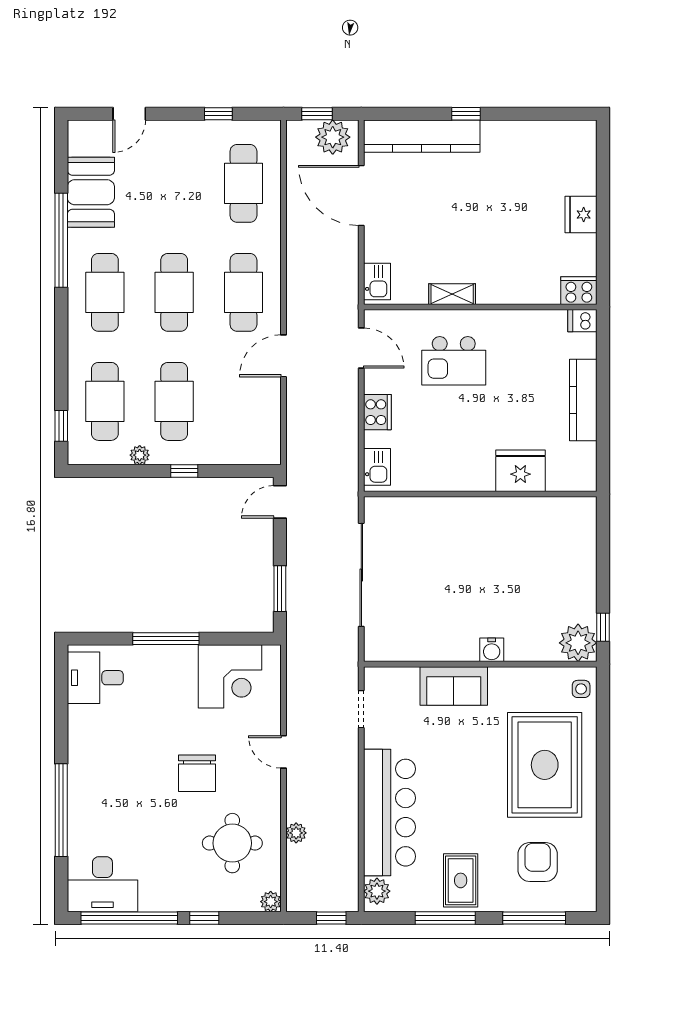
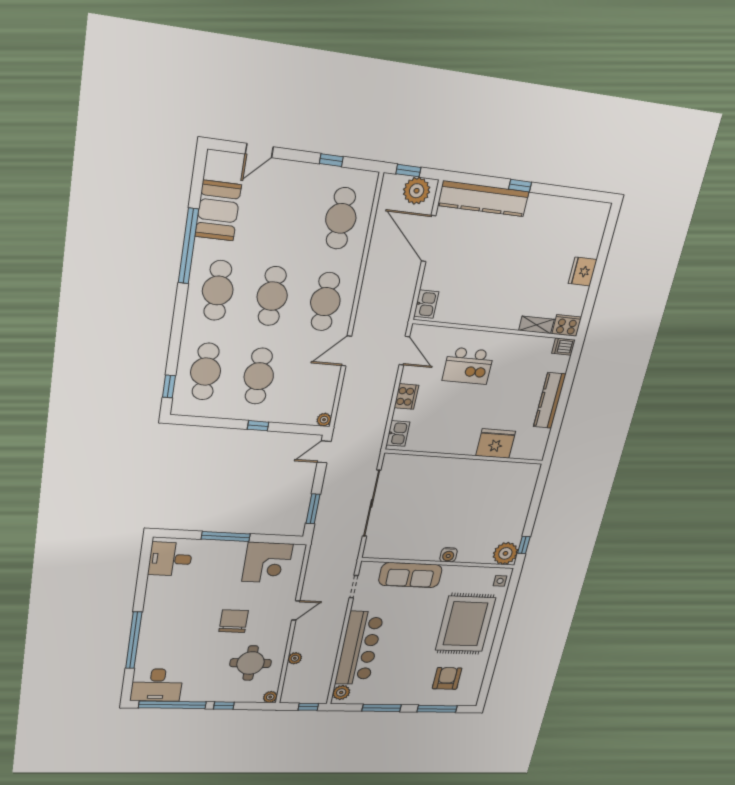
shelving: (452, 294) -> (536, 325), moved
plant: (140, 455) -> (324, 420), moved
sofa: (454, 686) -> (410, 575), width x1.36
door: (284, 752) -> (296, 610), swing flipped
chair: (197, 773) -> (234, 621), turned 180
rug: (461, 880) -> (396, 687), removed

